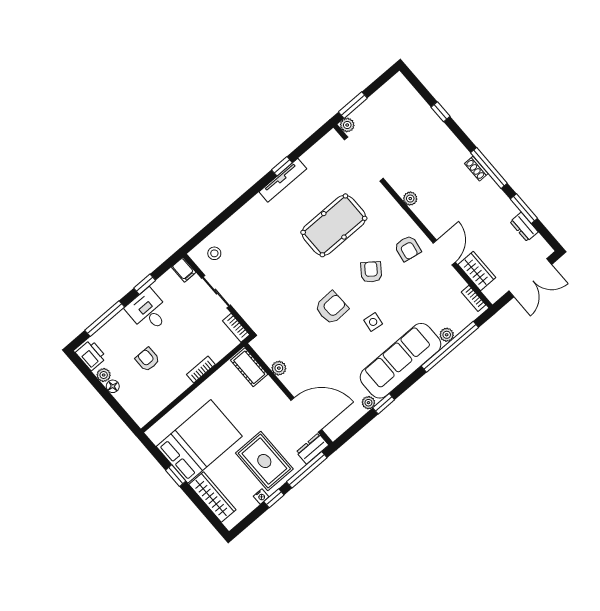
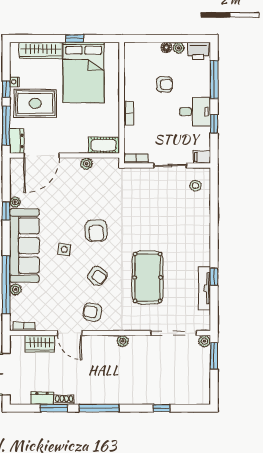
shoe rack: (476, 169) -> (64, 400), moved
tv unit: (283, 180) -> (205, 288), moved

